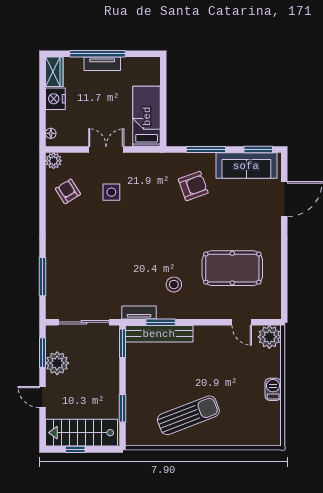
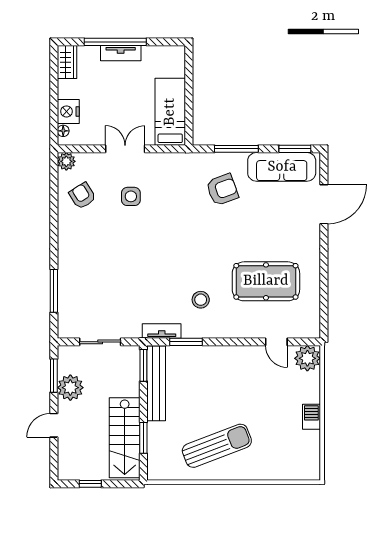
nightstand: (55, 99) -> (68, 111), moved
sliding door: (84, 322) -> (100, 342), width x0.73
bench: (159, 334) -> (156, 383), moved, turned 90
door: (42, 397) -> (54, 425), hinge flipped
stairs: (81, 433) -> (125, 438), moved, turned -90

